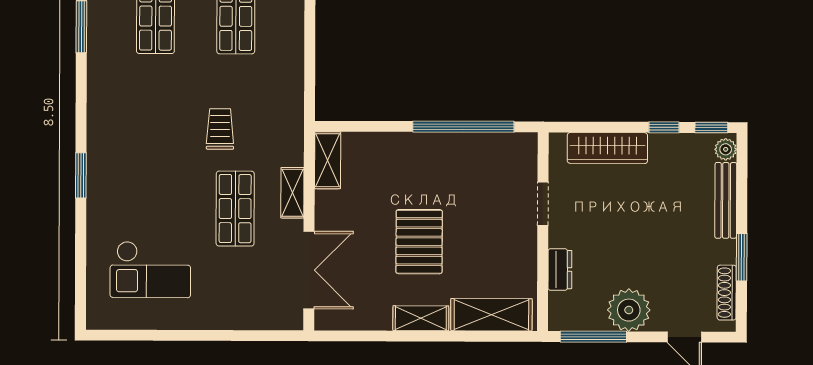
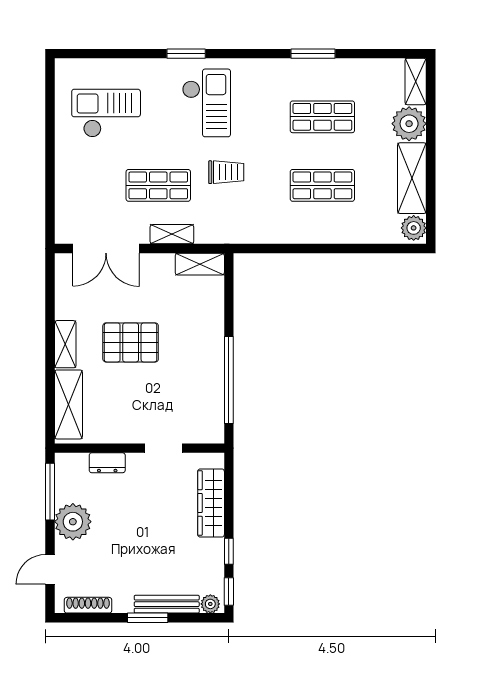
checkout: (139, 152) -> (206, 103), added
window: (742, 257) -> (148, 618), moved
checkout: (150, 269) -> (106, 113), turned 90

